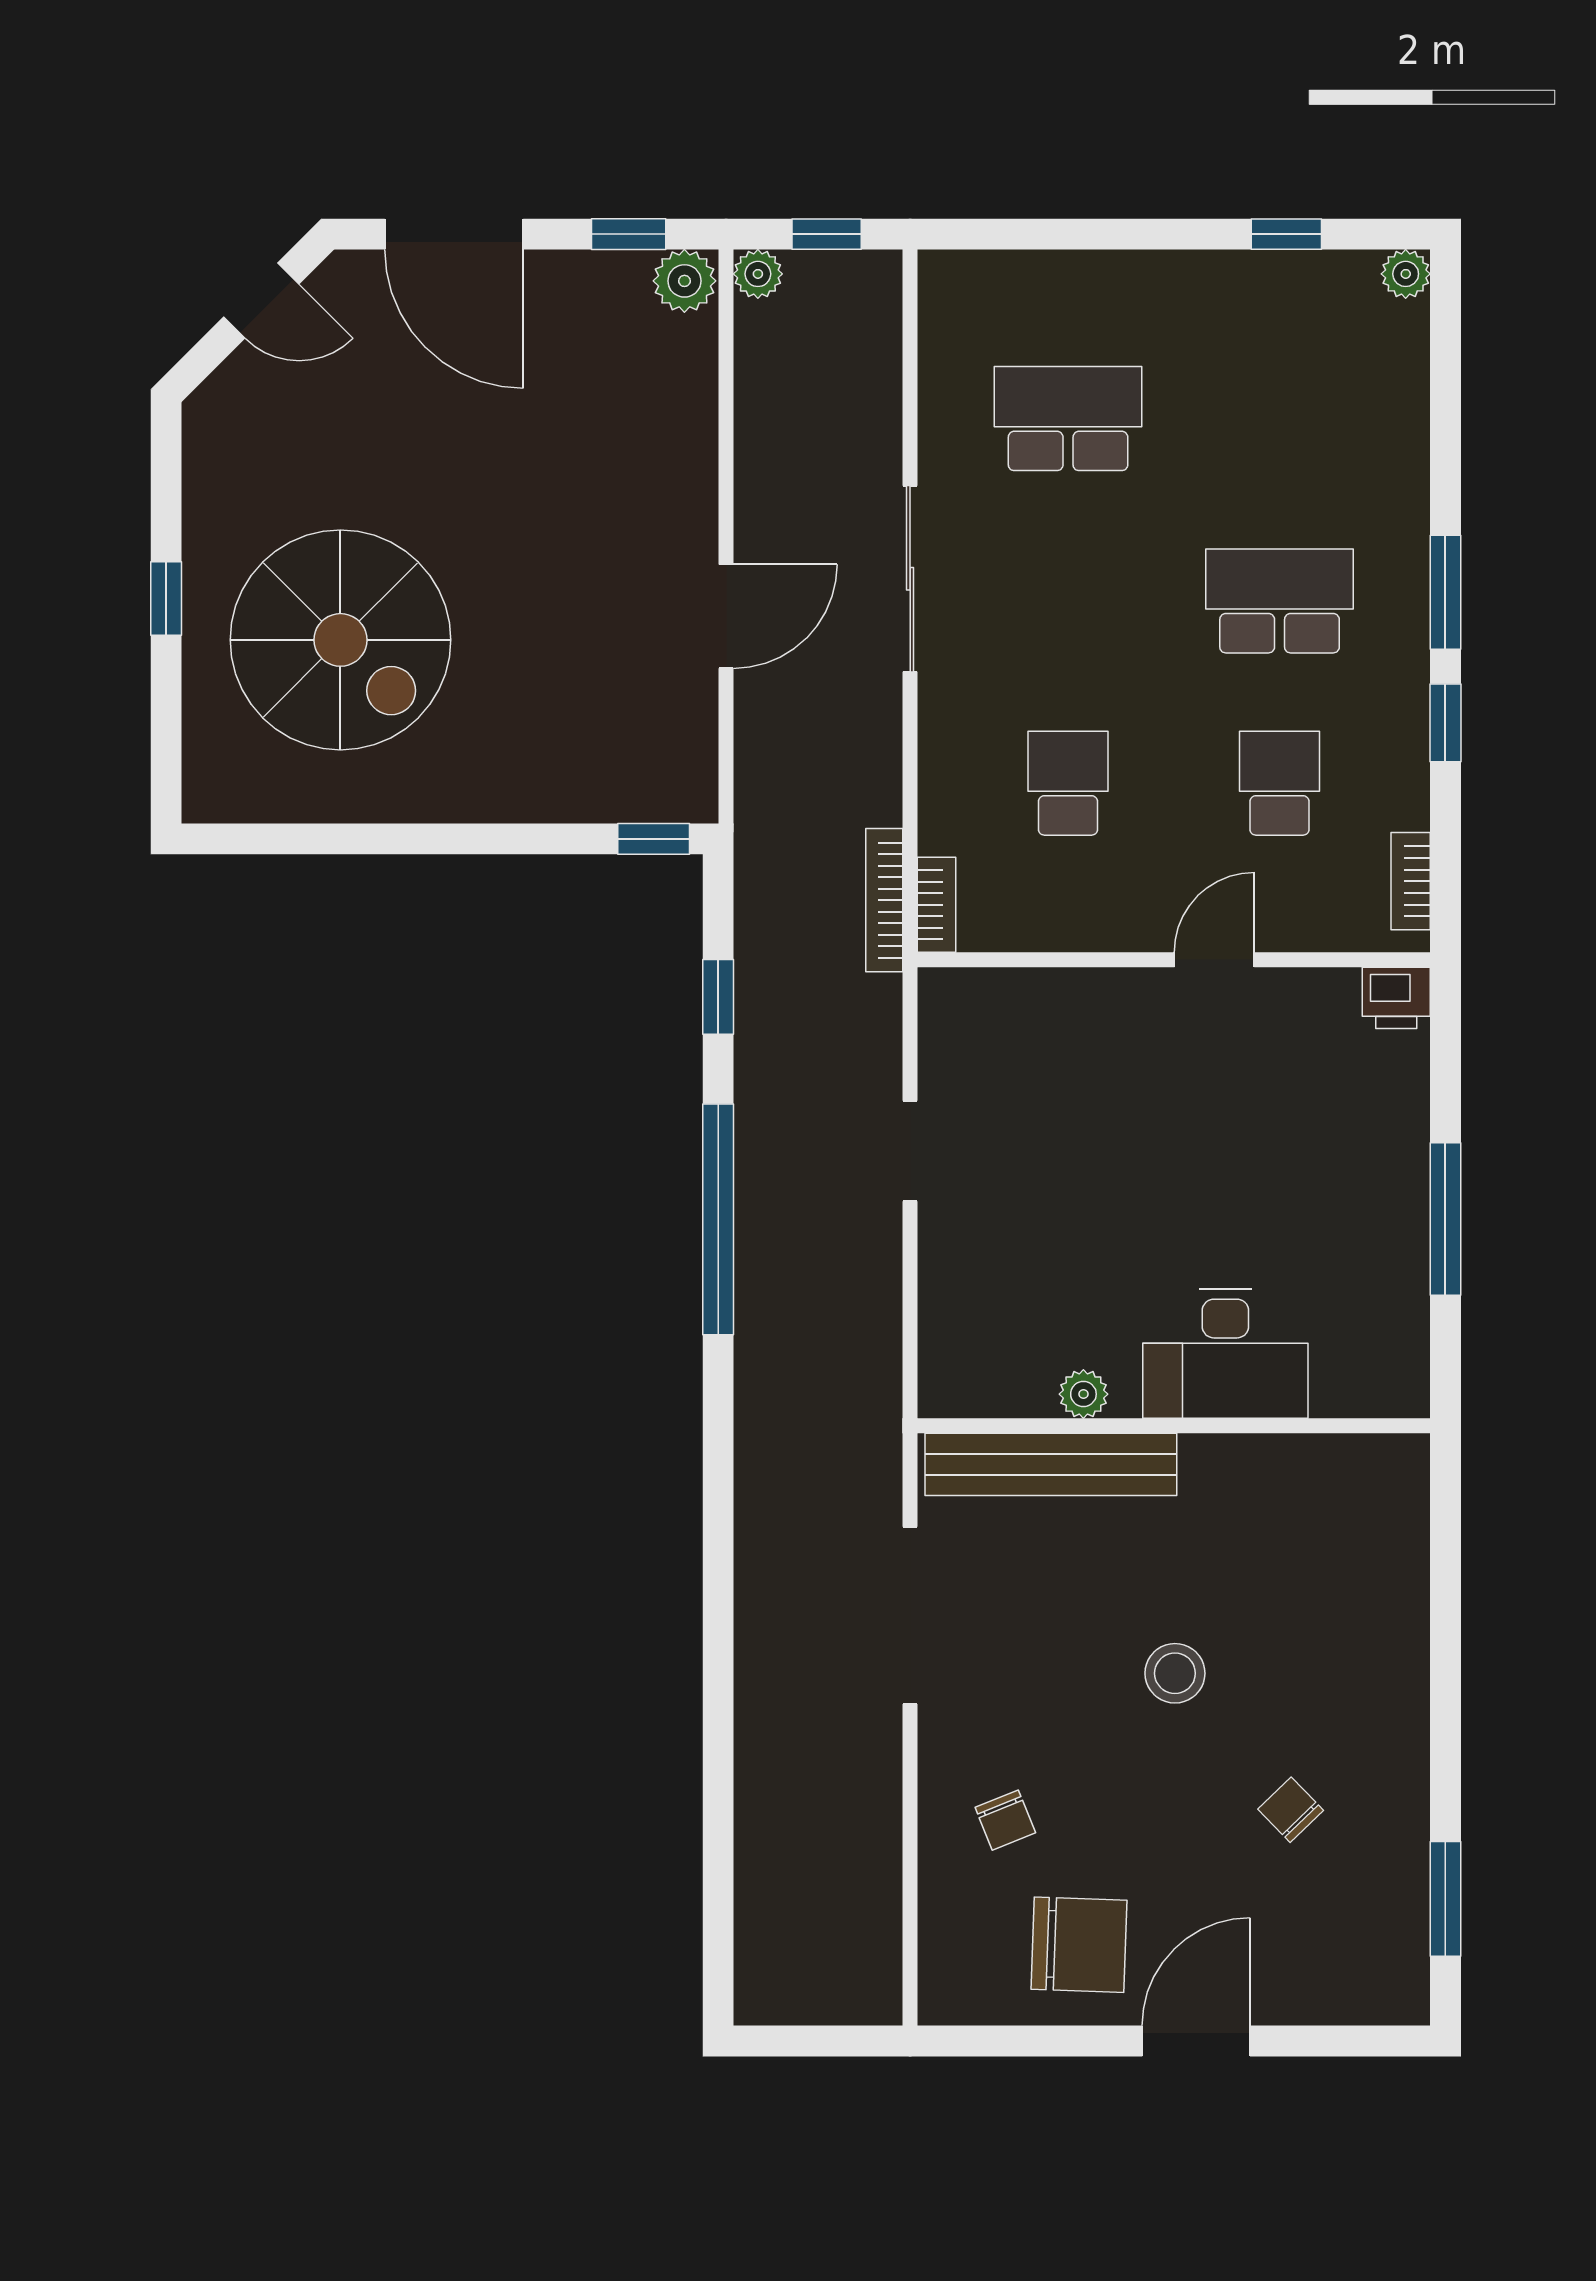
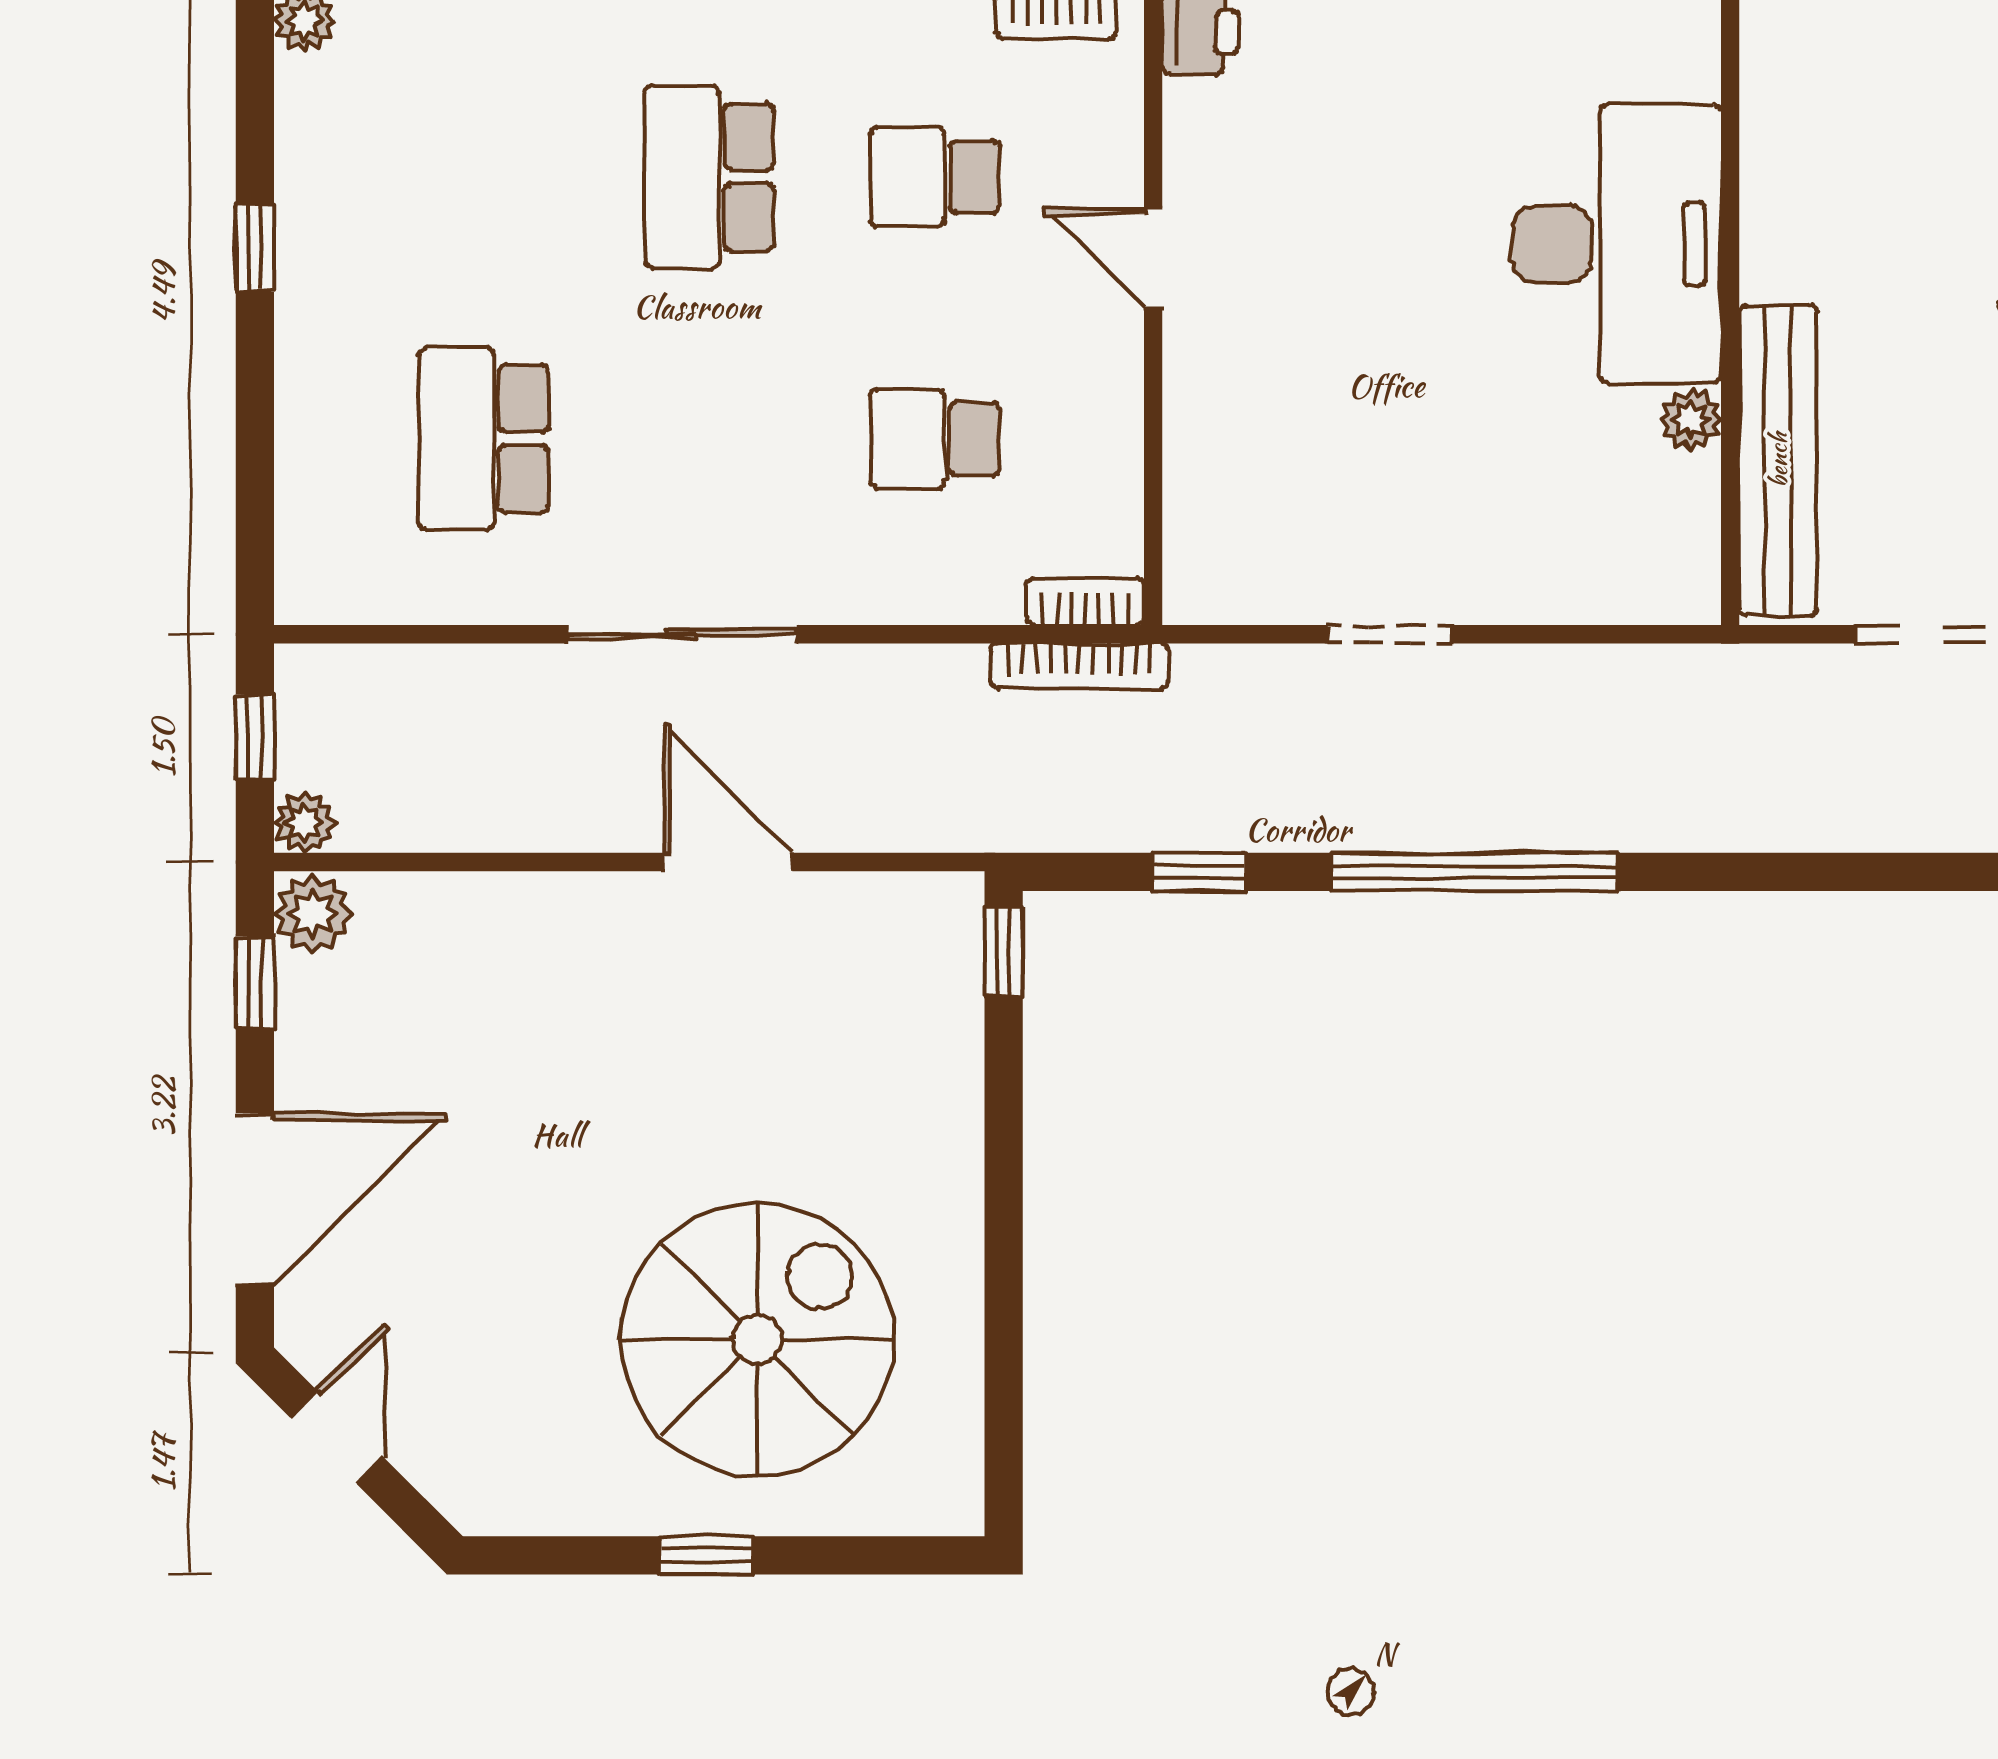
window: (1286, 234) -> (255, 249), moved
desk: (1225, 1354) -> (1617, 244), width x1.36, depth x1.30

